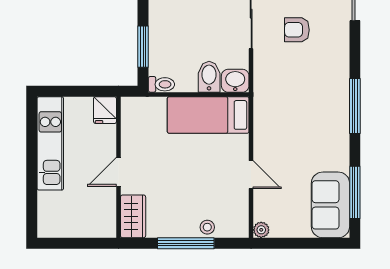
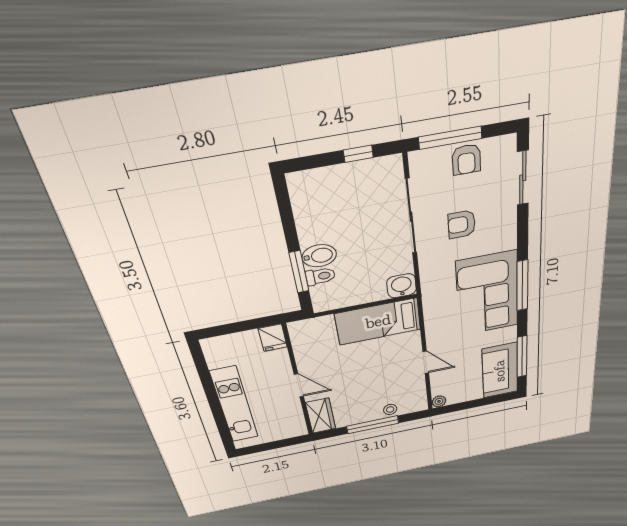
bidet: (209, 77) -> (319, 256), moved, turned 90
toilet: (161, 84) -> (320, 276), moved
corner sofa: (319, 108) -> (487, 294), added
kitchen unit: (50, 143) -> (234, 405), moved
door: (118, 172) -> (299, 385), swing flipped

